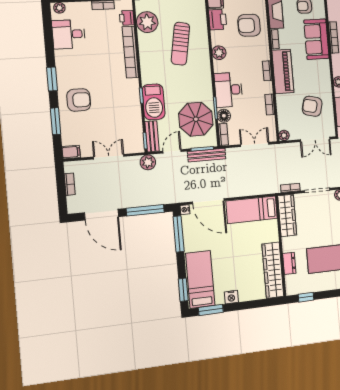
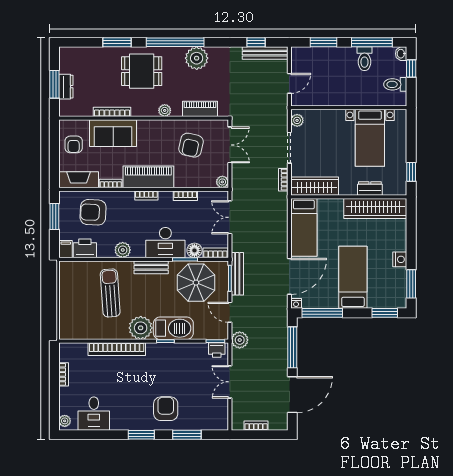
printer: (127, 18) -> (217, 350), moved
plant: (147, 22) -> (141, 328), moved
armchair: (249, 25) -> (93, 212), turned 93
sun lounger: (180, 44) -> (110, 293), turned -104
bench: (152, 136) -> (151, 267), moved
filing cabinet: (71, 152) -> (221, 421), removed
bed: (200, 279) -> (353, 277), moved, turned 90

